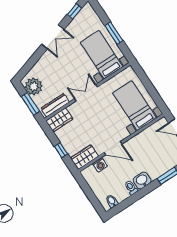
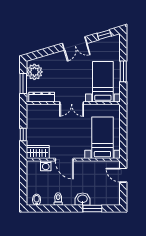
double door: (86, 93) -> (72, 103), swing flipped
wardrobe: (59, 120) -> (37, 111), removed
washbasin: (142, 180) -> (83, 199), moved

